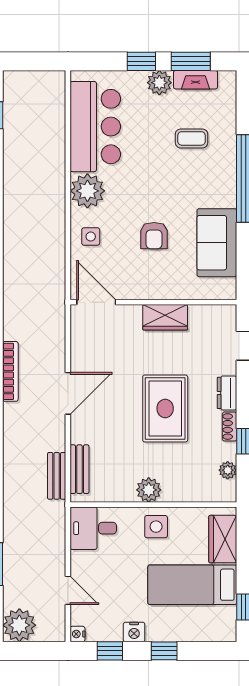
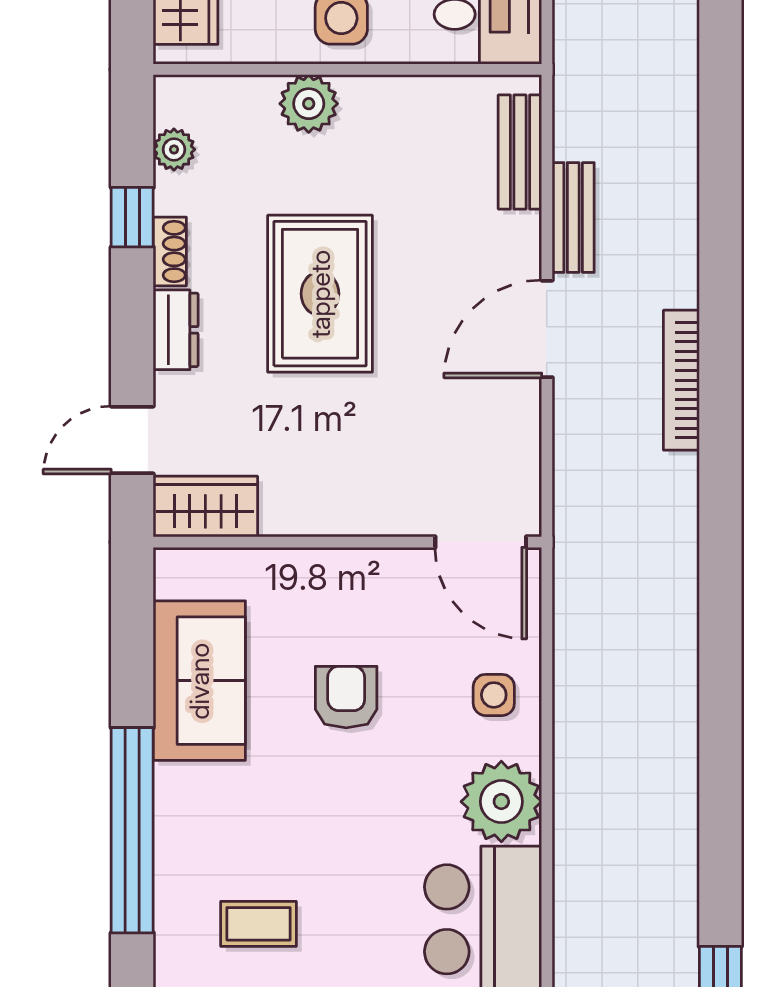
wardrobe: (165, 317) -> (205, 506), moved
bench: (57, 476) -> (573, 217), moved
plant: (149, 490) -> (309, 104), moved

